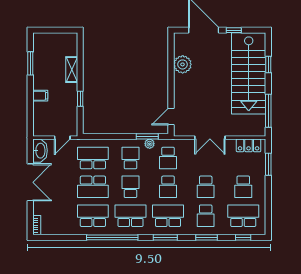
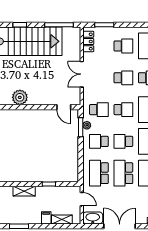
shelving: (38, 114) -> (62, 219), added
double door: (210, 138) -> (82, 74), swing flipped
school desk: (93, 187) -> (123, 173), turned 180

